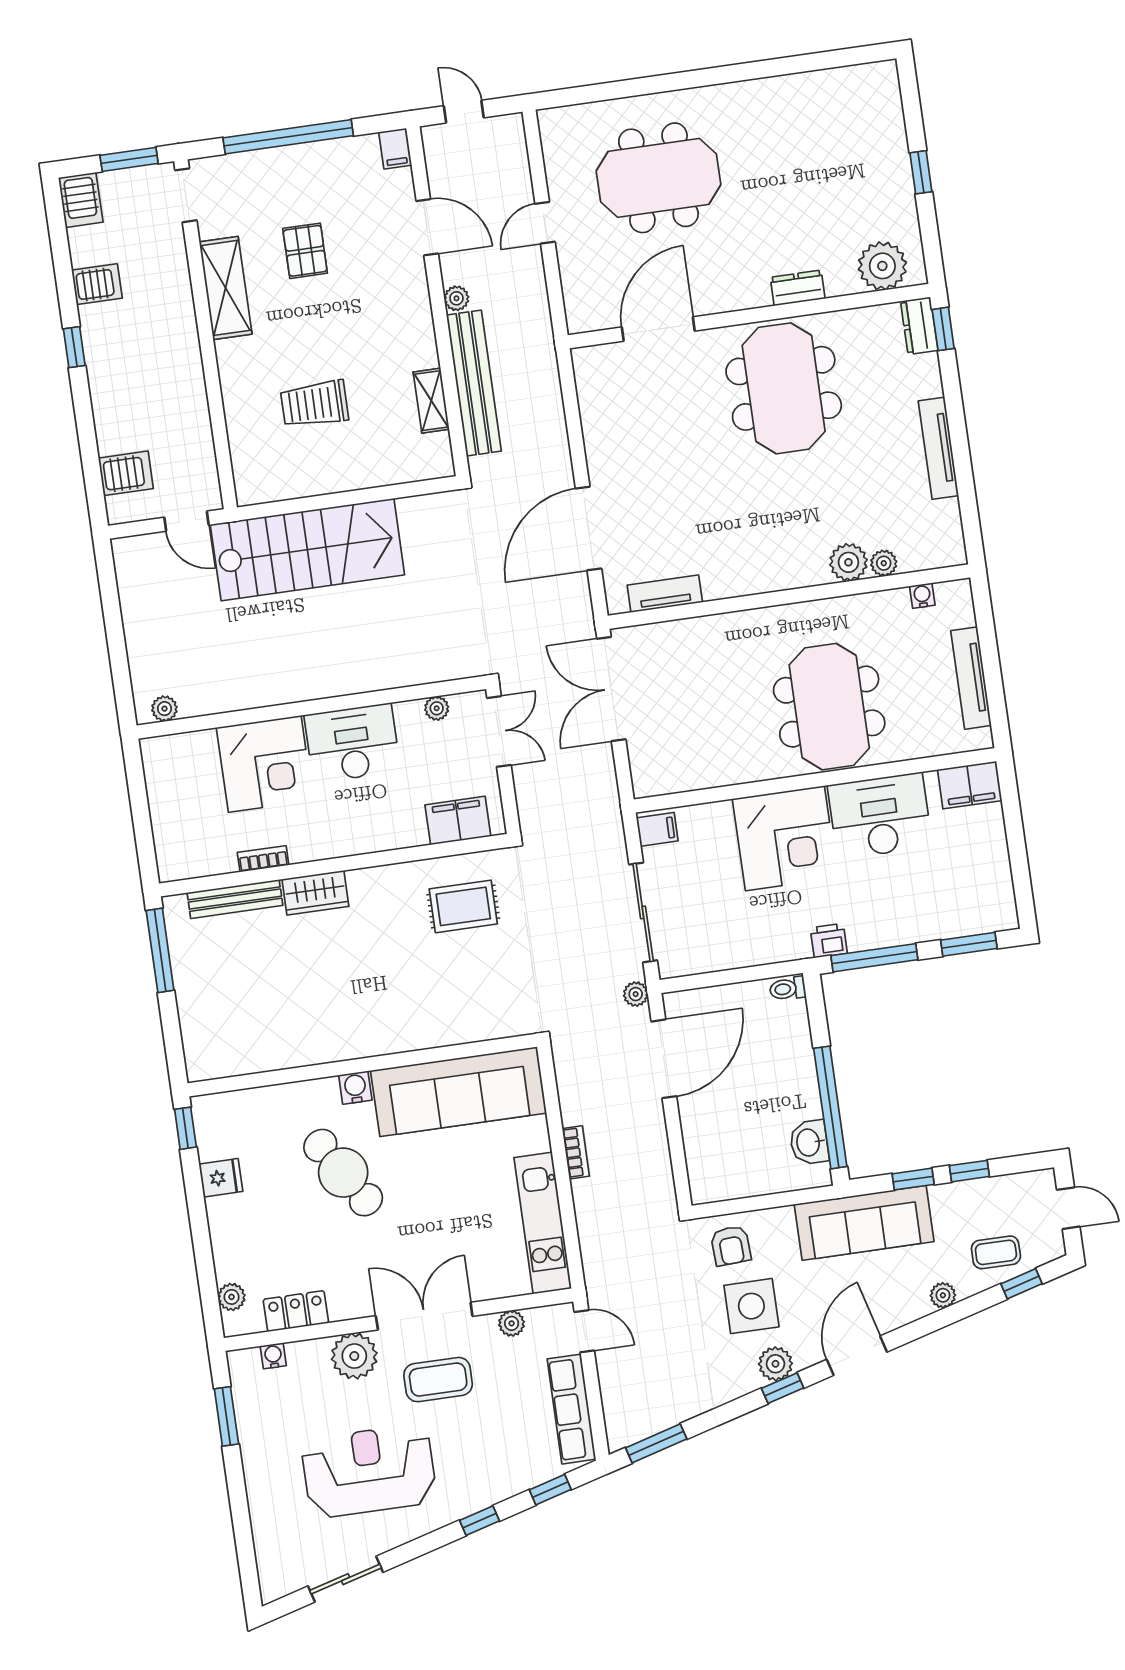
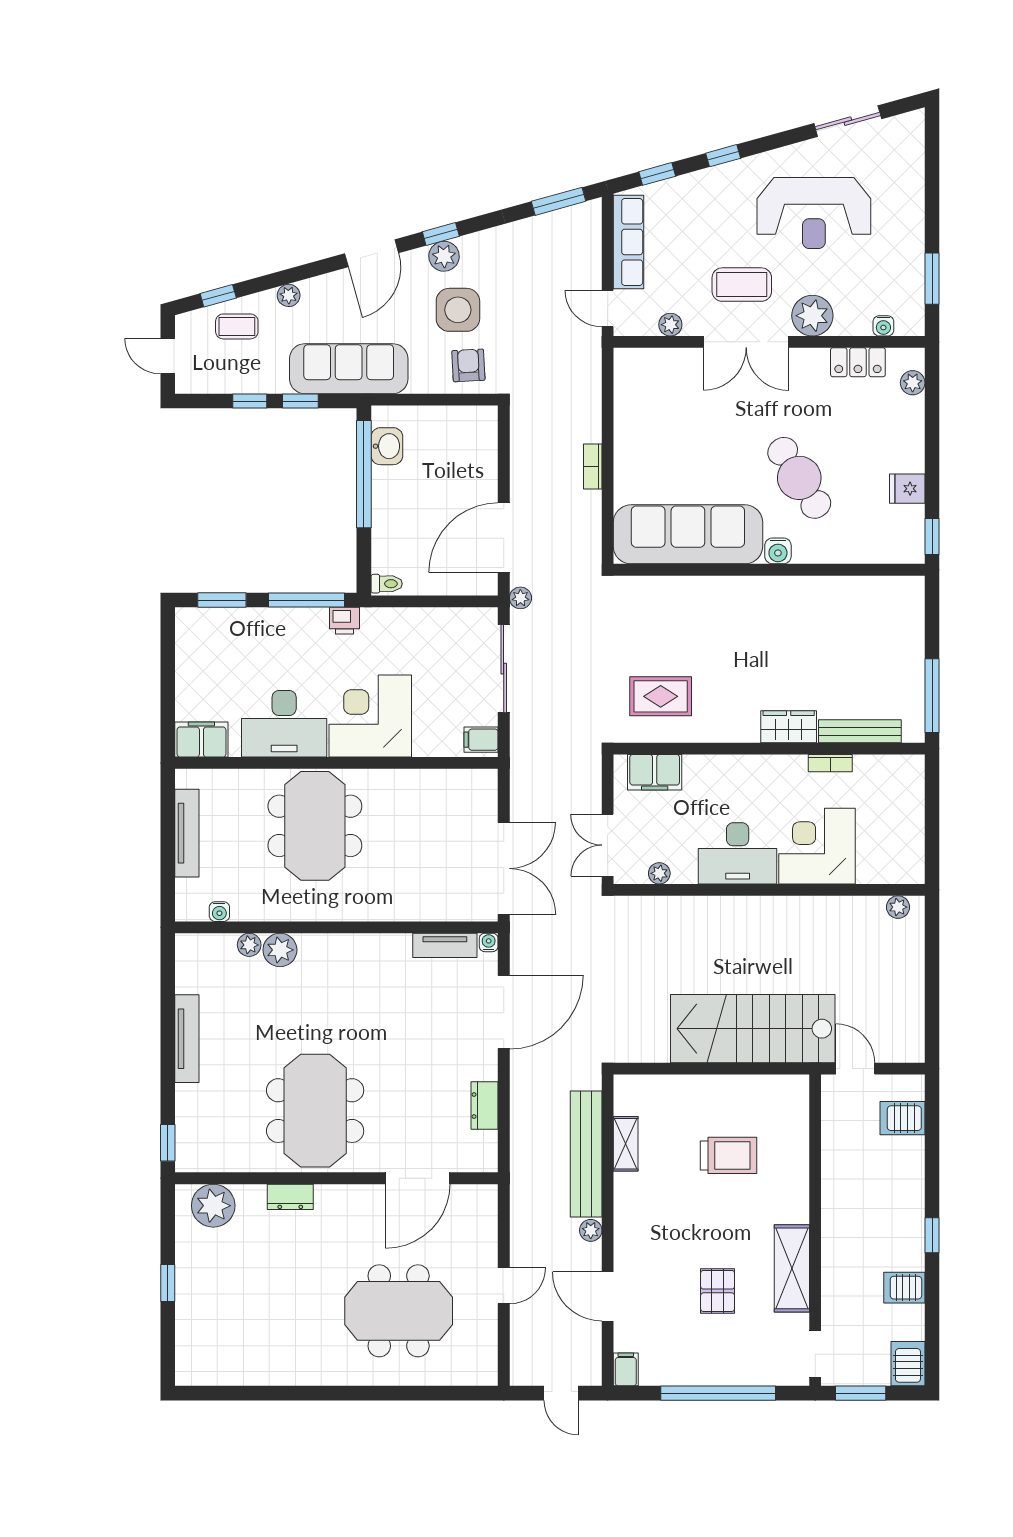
dresser: (919, 326) -> (485, 1106), moved, turned 180
water cooler: (616, 604) -> (489, 942), added
kitchen unit: (543, 1223) -> (631, 409), removed

